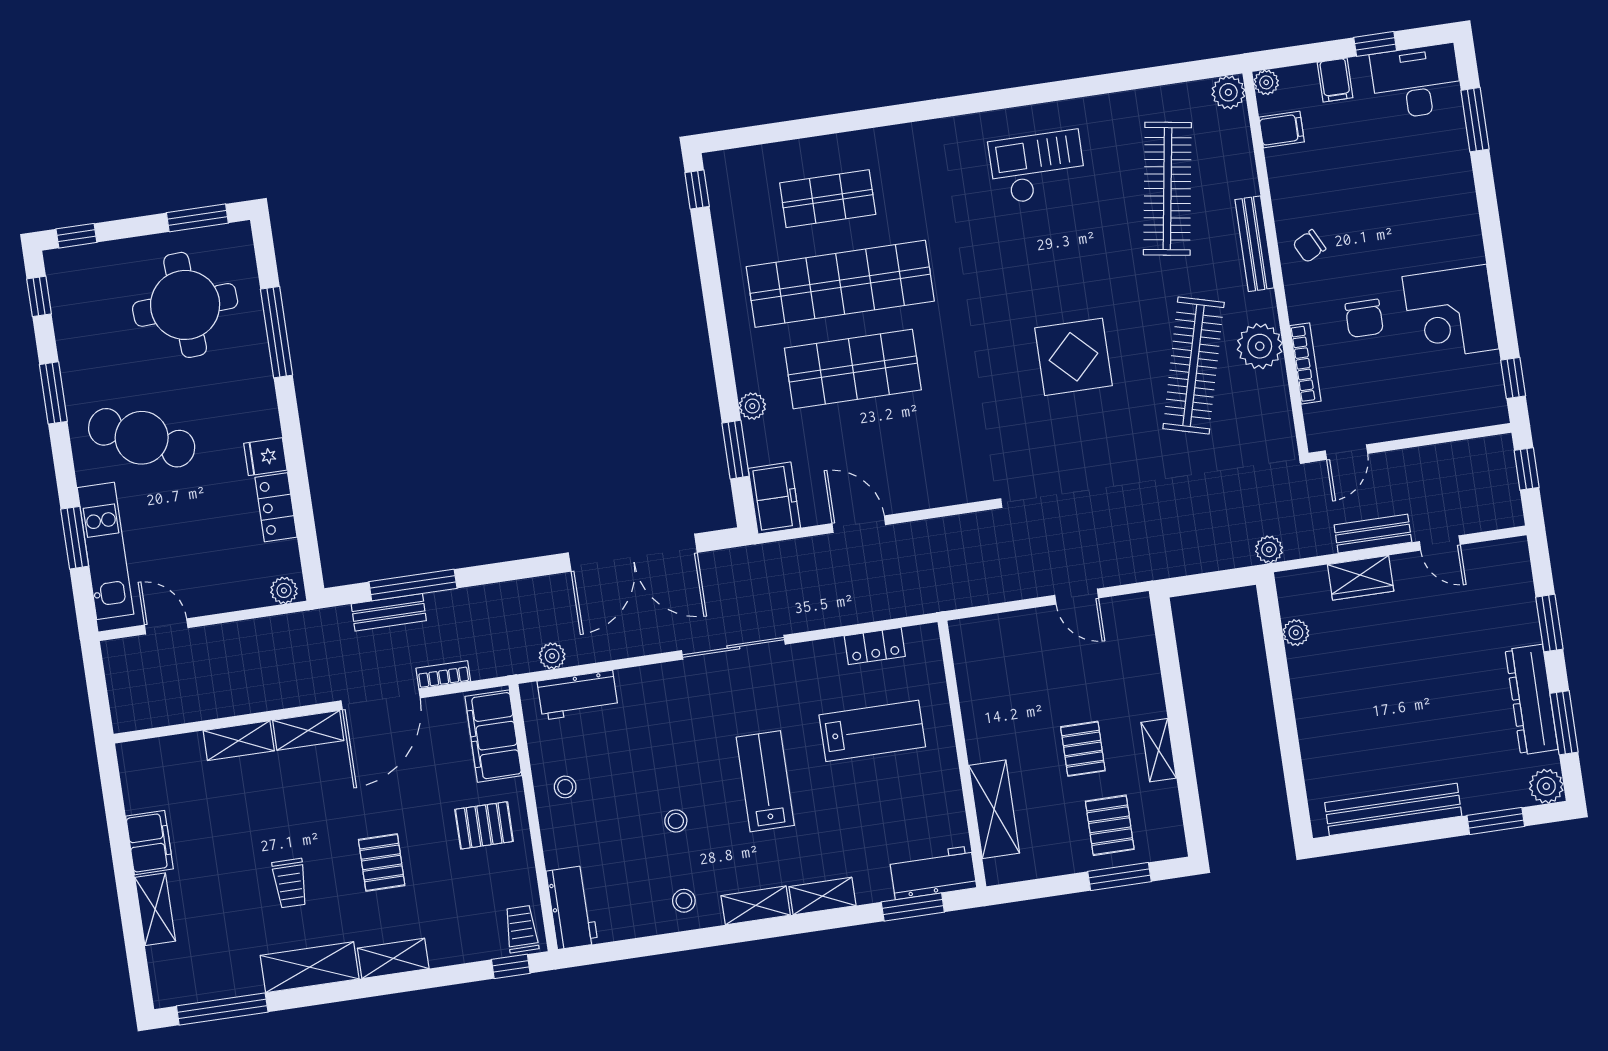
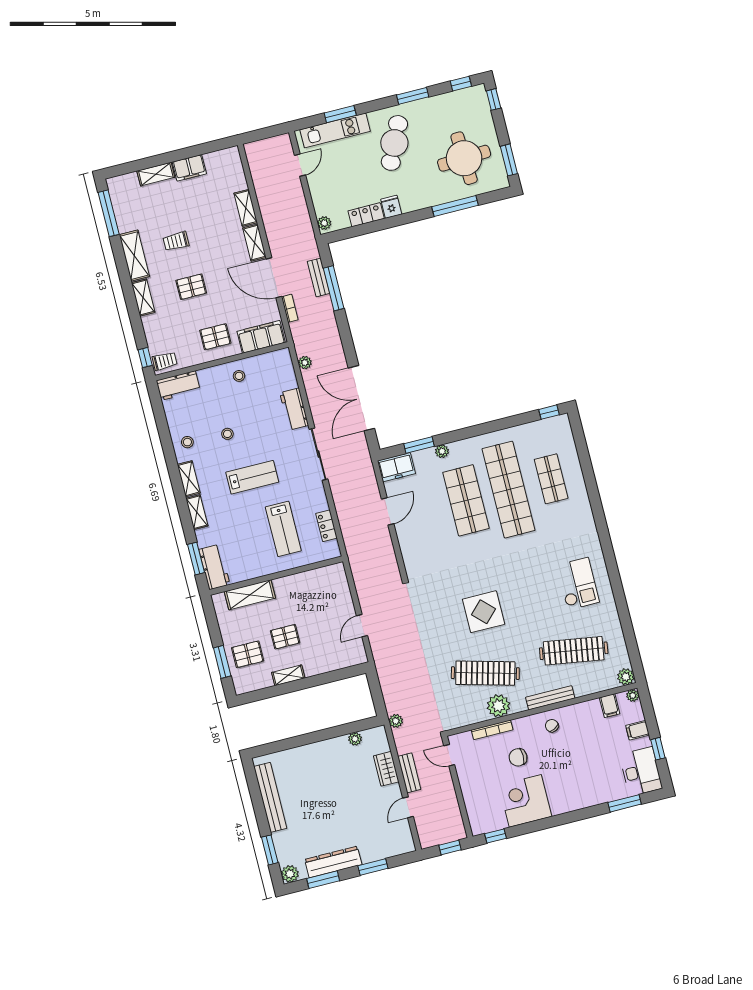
workbench: (578, 695) -> (294, 409), moved
pallet: (484, 825) -> (215, 337), turned 90

